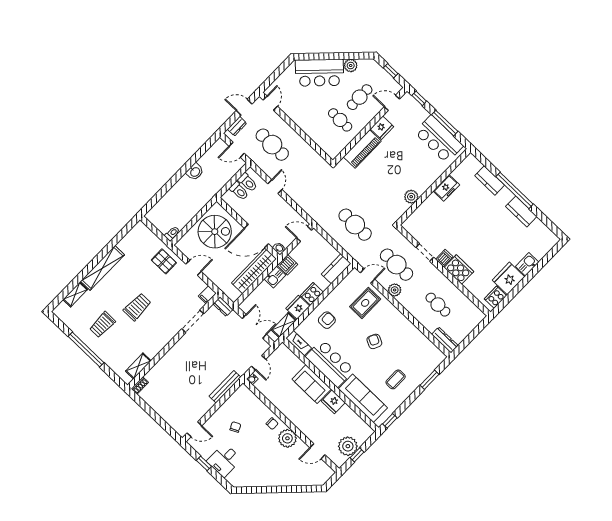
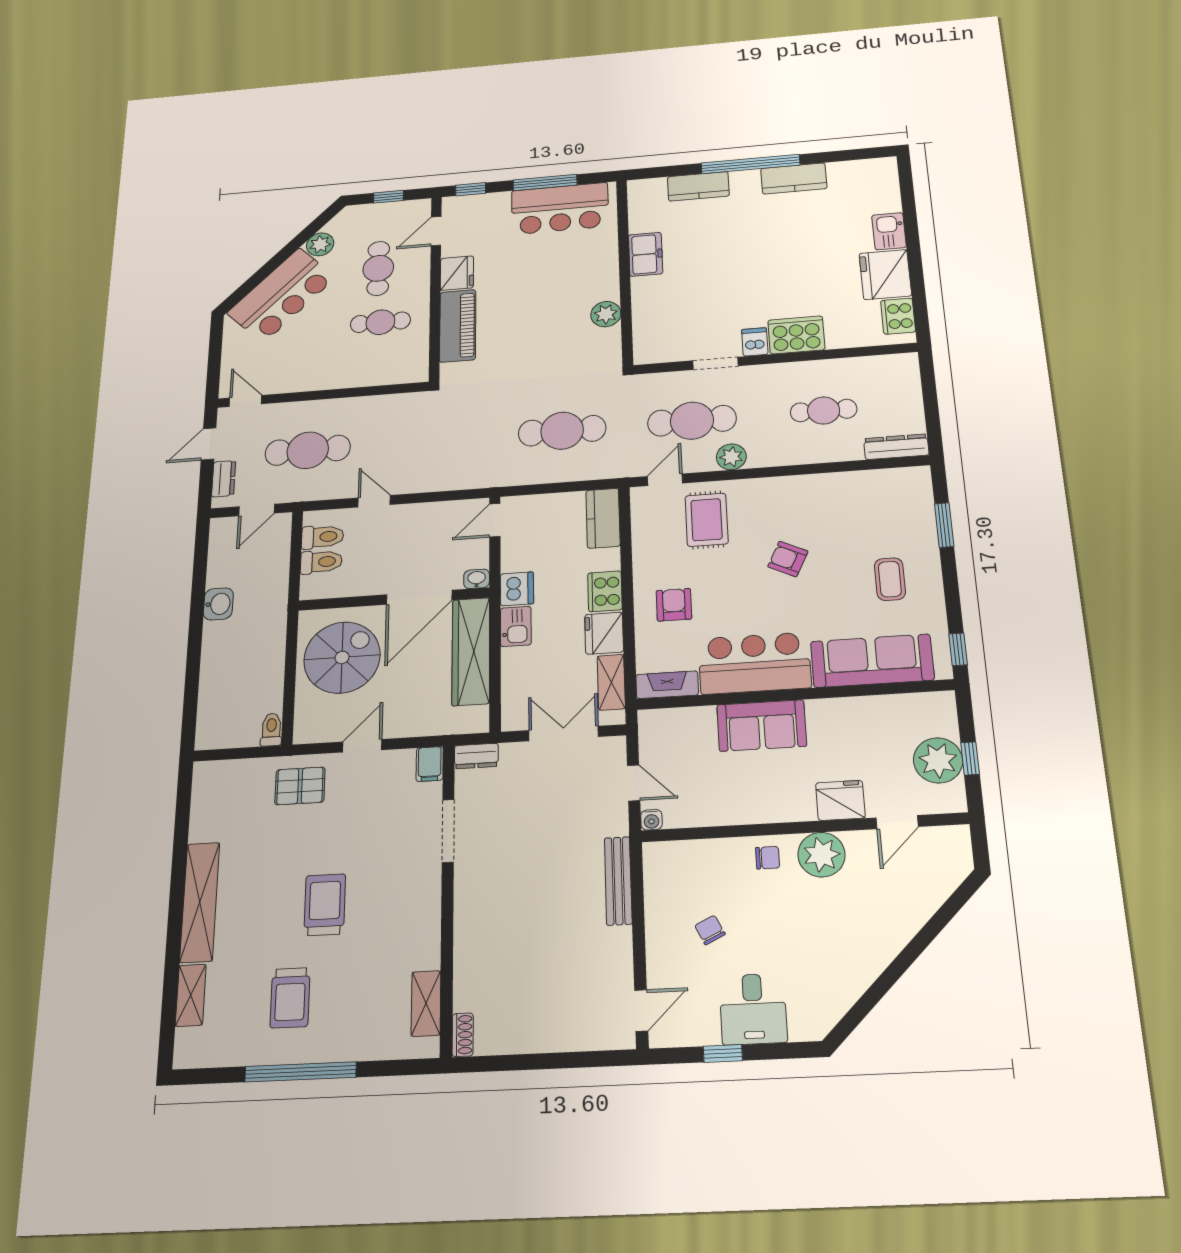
fridge: (333, 402) -> (840, 800), moved, turned 180

